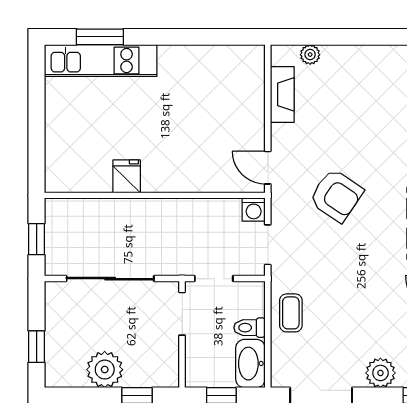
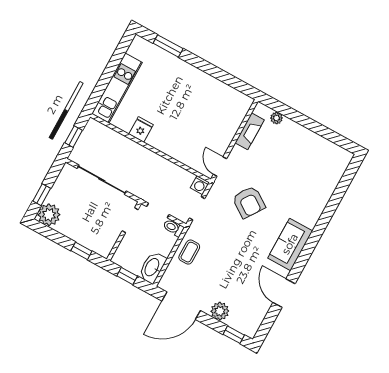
kitchen unit: (101, 61) -> (117, 88), moved, turned -90
toilet: (249, 328) -> (173, 228), moved
plant: (105, 370) -> (49, 215), moved

